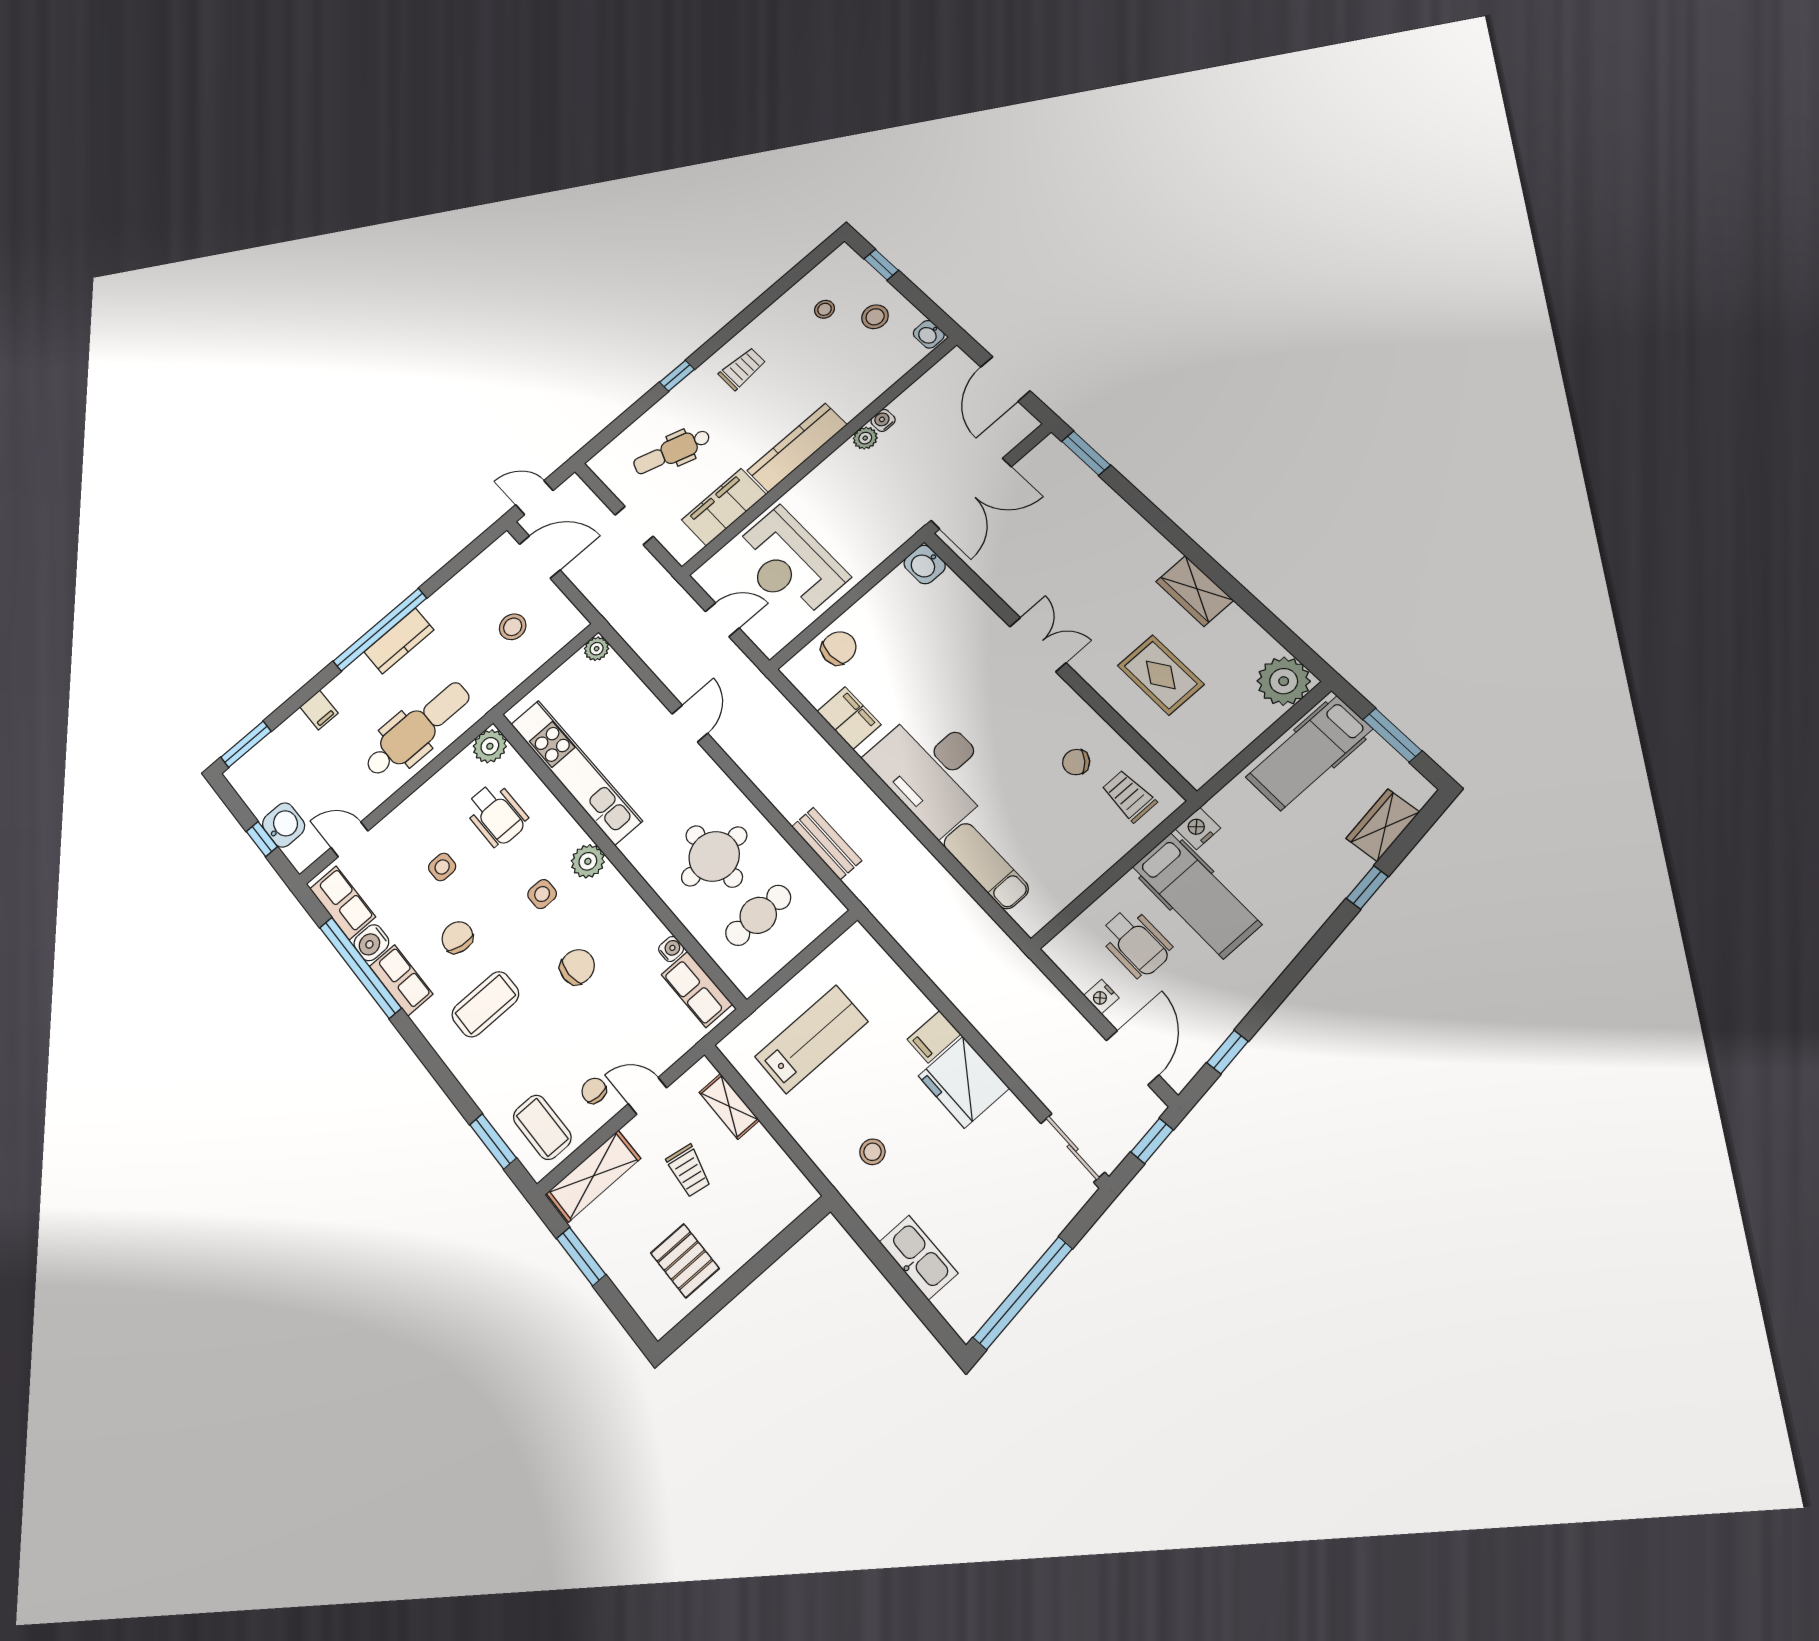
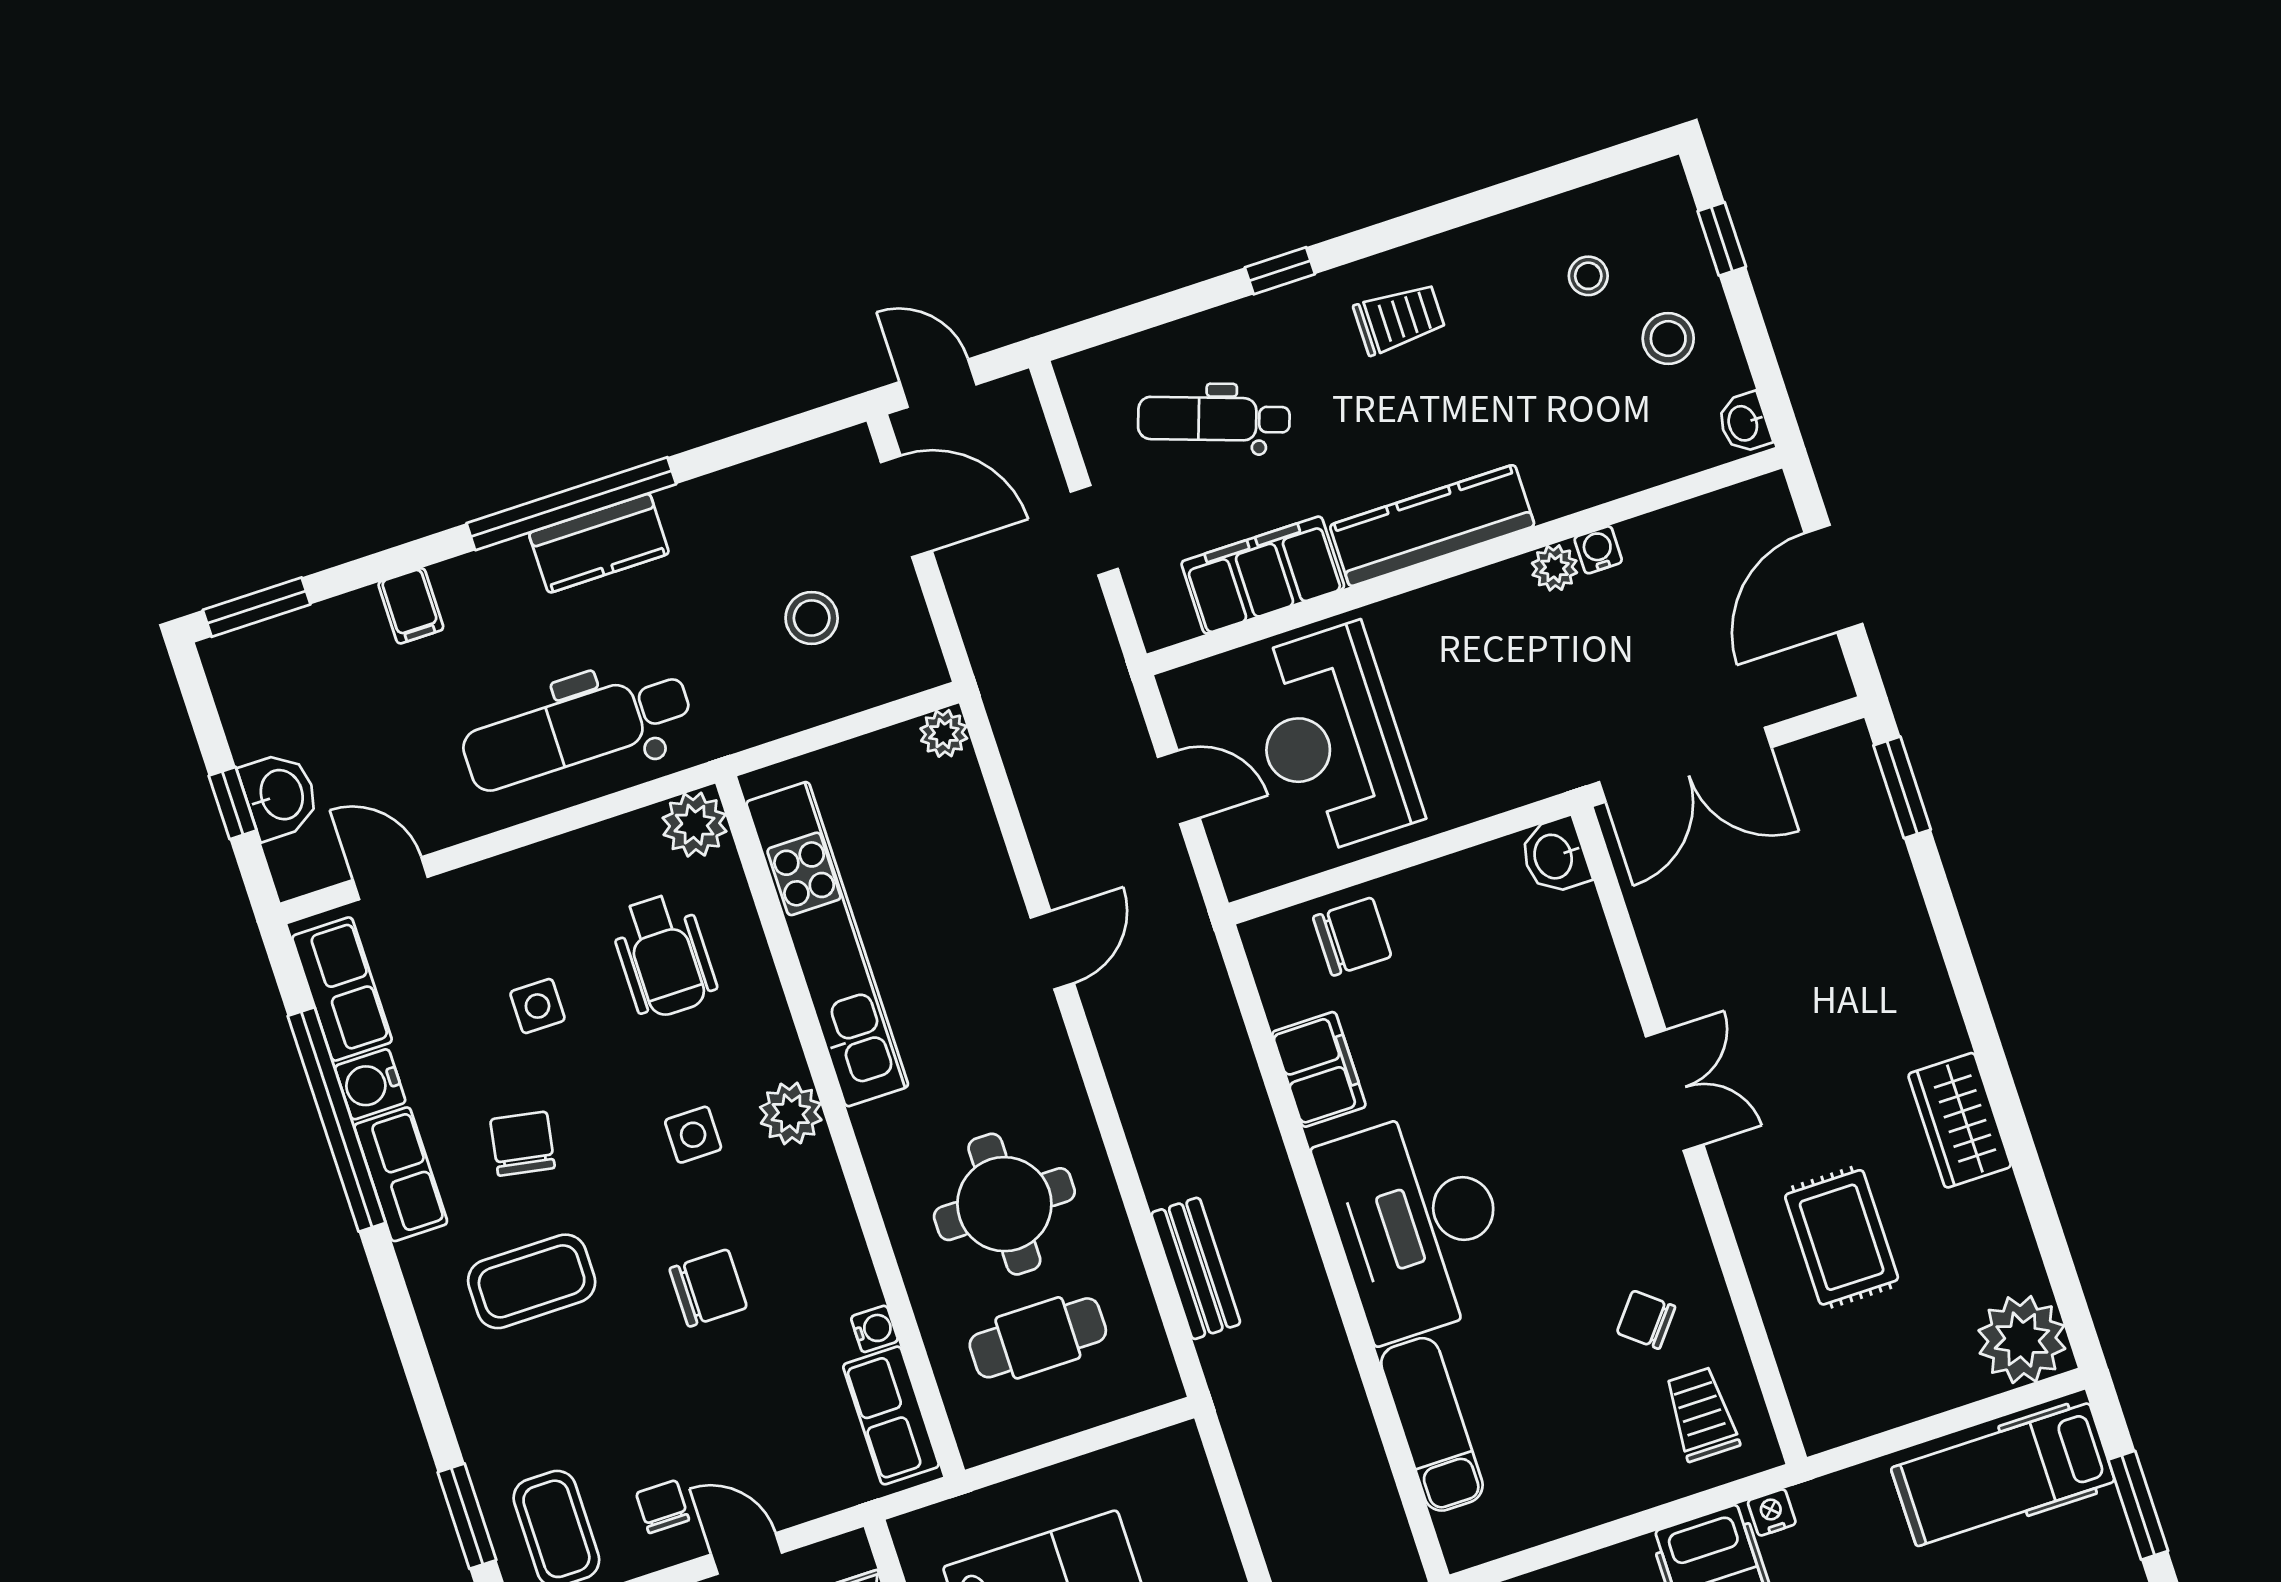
dental chair: (417, 729) -> (577, 730), turned 180
nightstand: (1198, 828) -> (1772, 1512), width x0.72, depth x0.74

